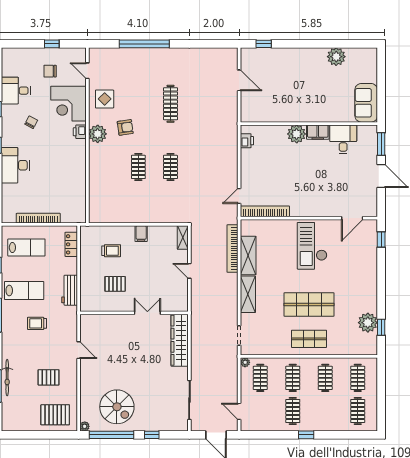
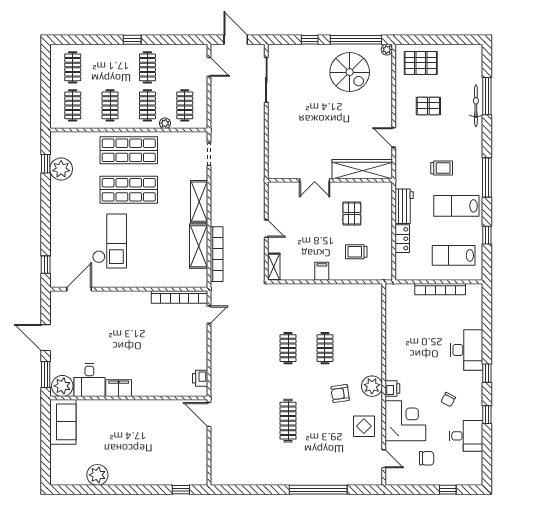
window: (52, 44) -> (448, 490), moved
door: (239, 80) -> (209, 415), moved
plant: (297, 134) -> (62, 386), moved
locker: (71, 244) -> (402, 239), moved
checkout: (312, 246) -> (110, 241), moved
pallet: (115, 284) -> (352, 214), turned 90
shop shelf: (309, 339) -> (129, 150), width x1.43, depth x1.36
wardrobe: (180, 340) -> (362, 169), moved, turned -90
plant: (245, 362) -> (165, 123), moved
spiral stairs: (117, 407) -> (350, 72), turned 180

